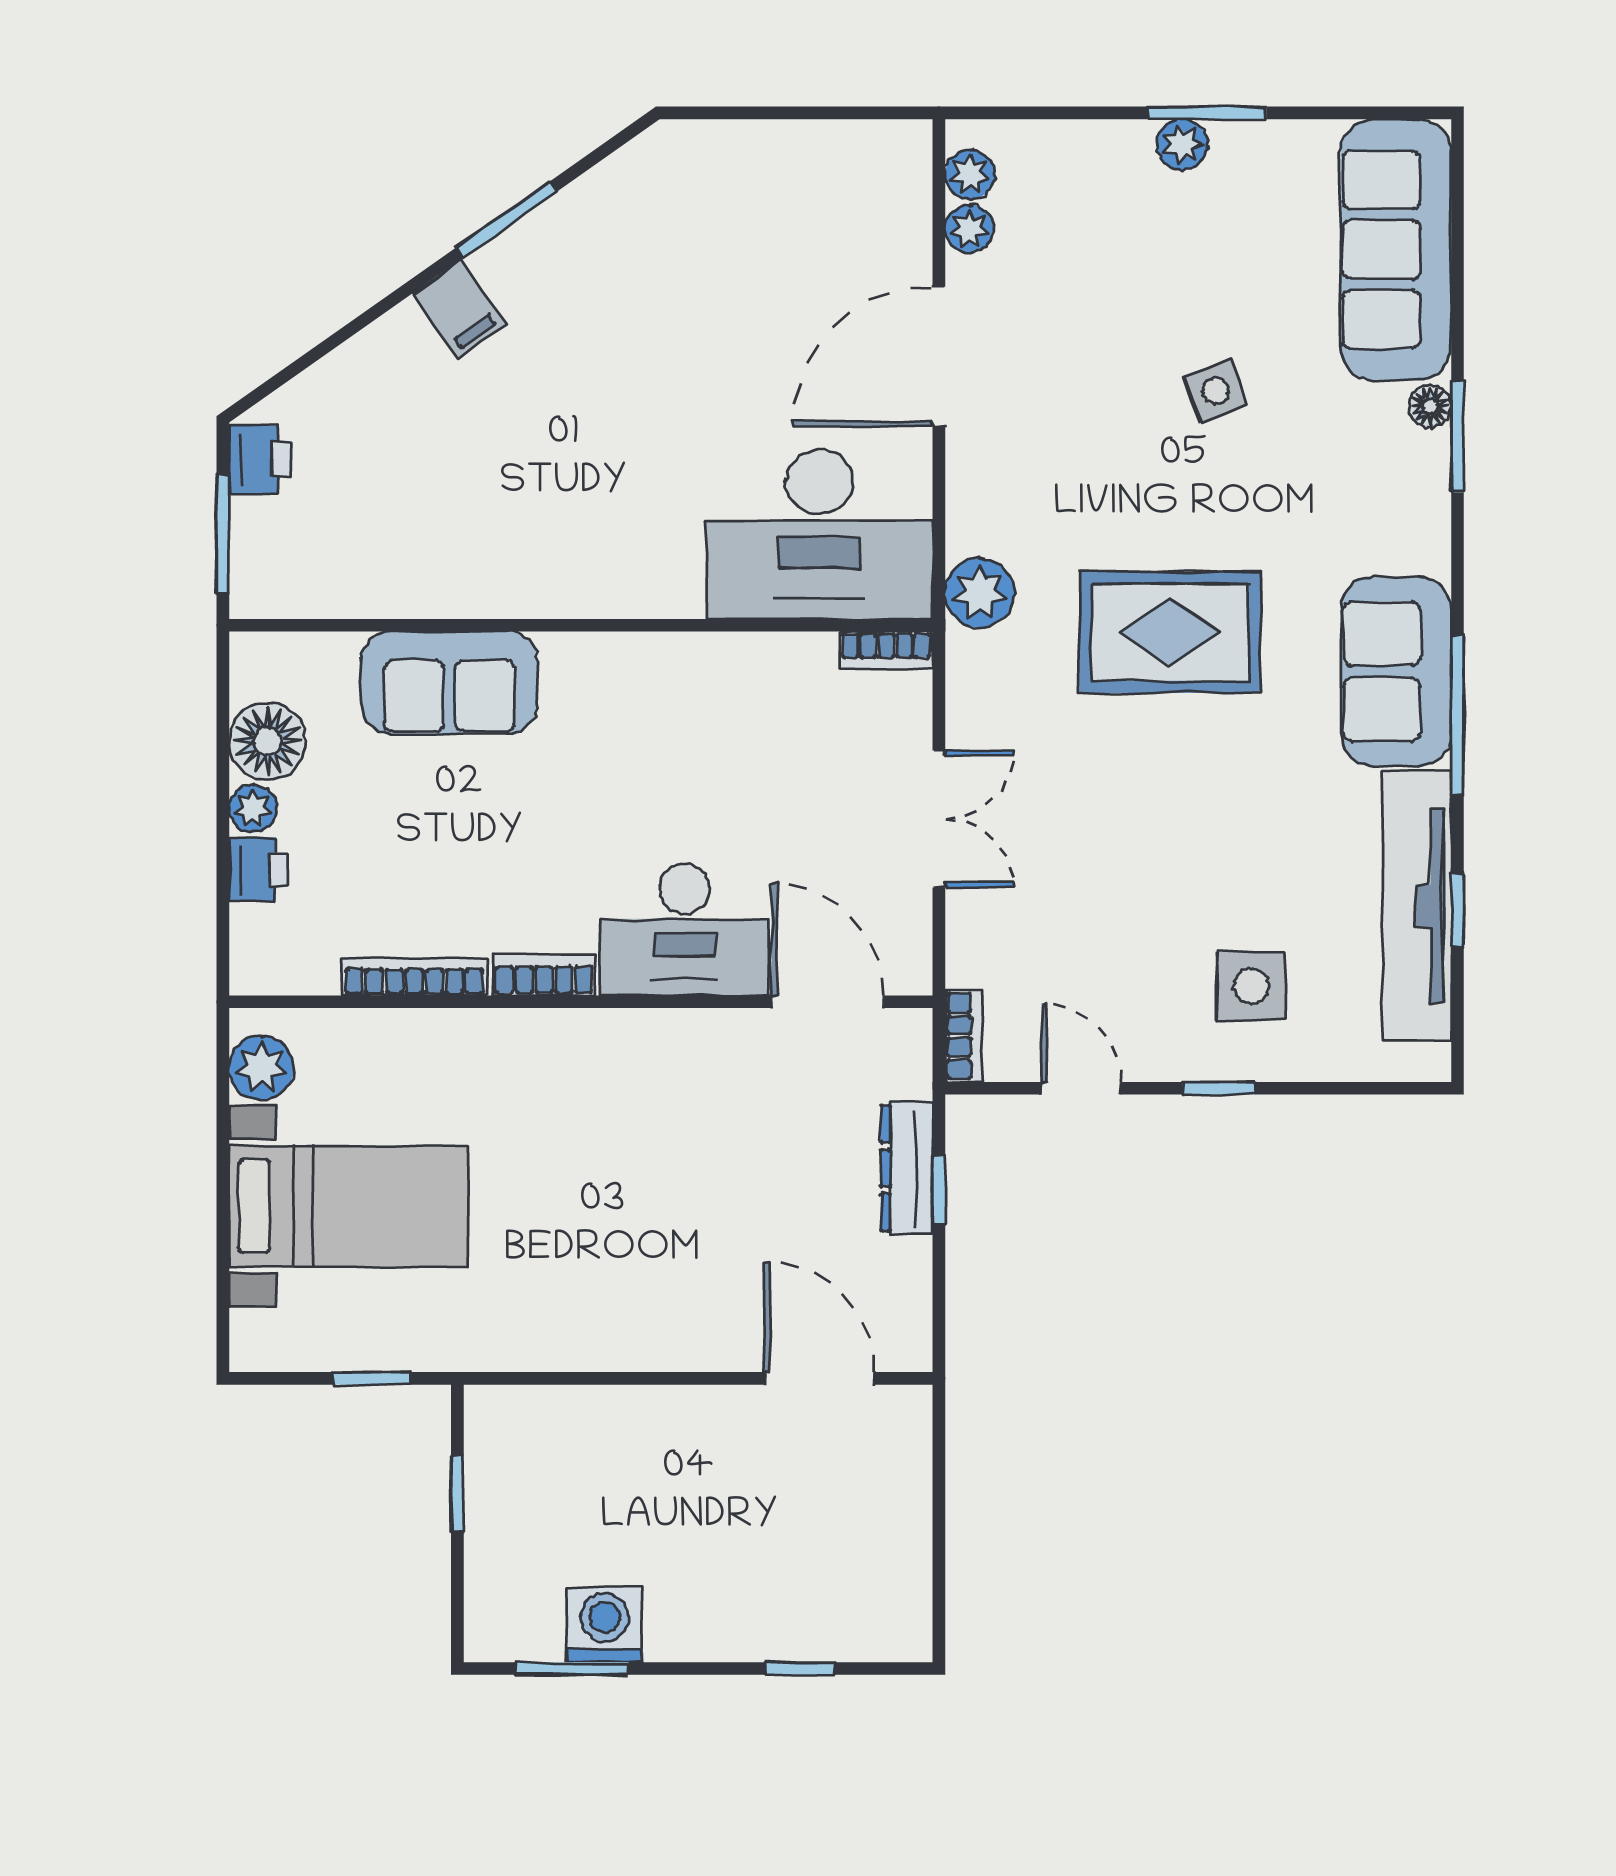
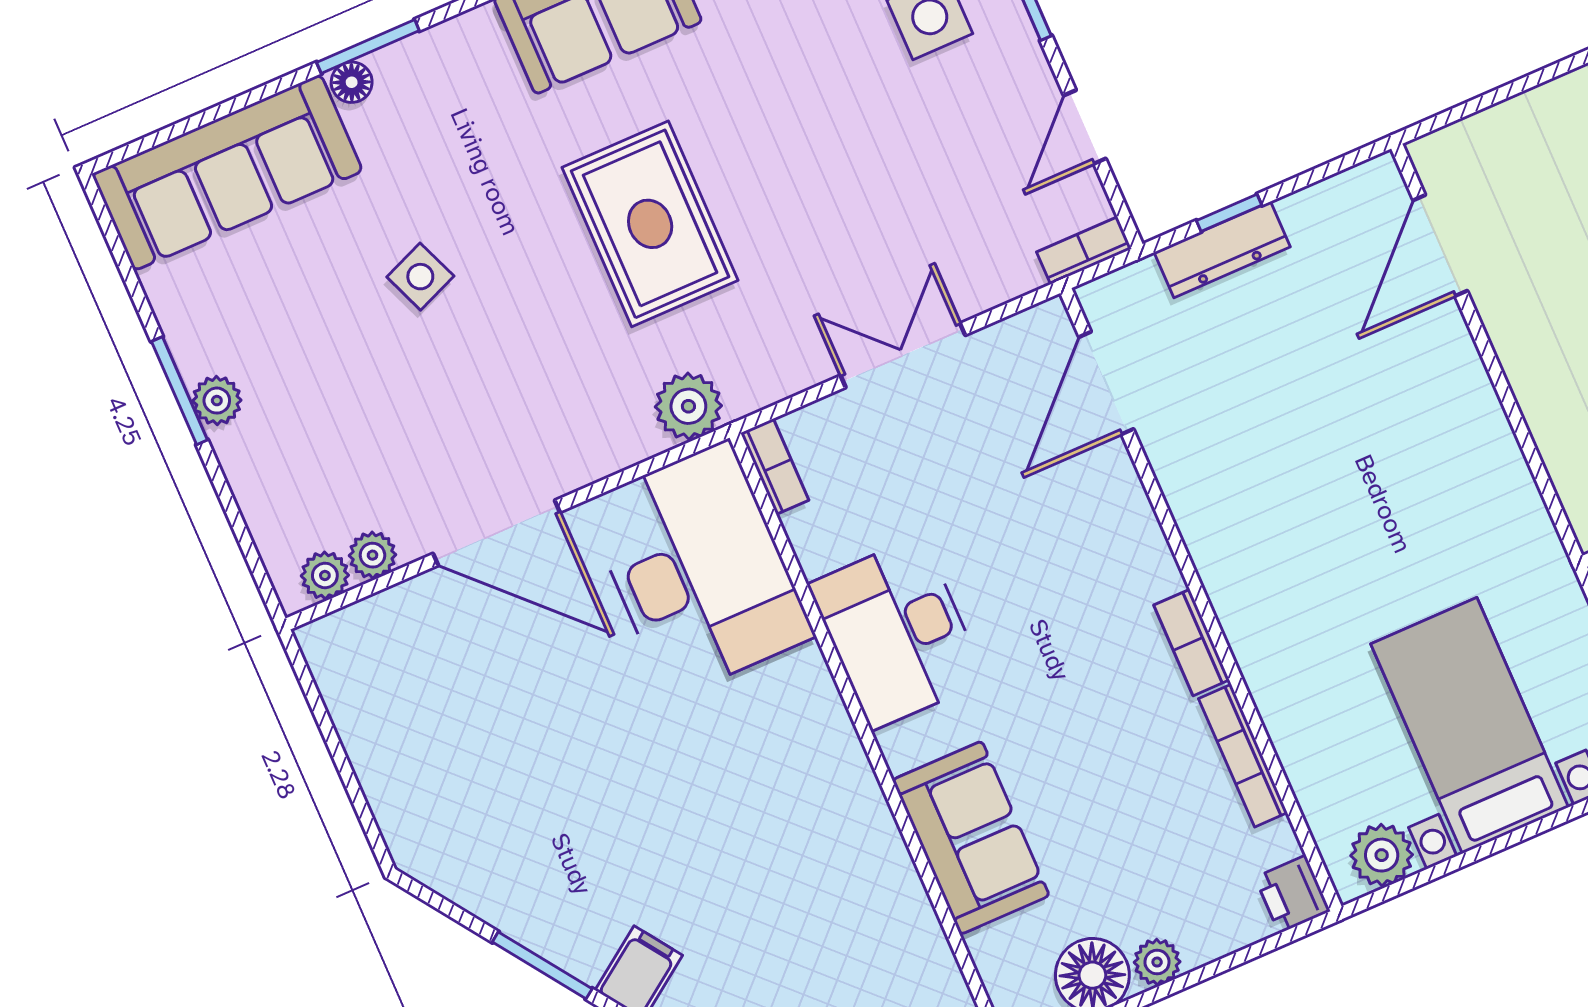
printer: (258, 870) -> (1293, 894), moved, turned -90
desk: (685, 929) -> (897, 633), moved, turned 180

